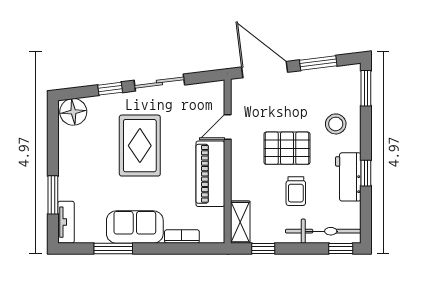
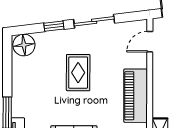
door: (228, 127) -> (150, 42), moved
rug: (140, 146) -> (78, 73), width x0.73, depth x0.70

